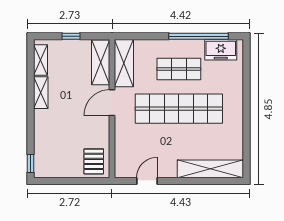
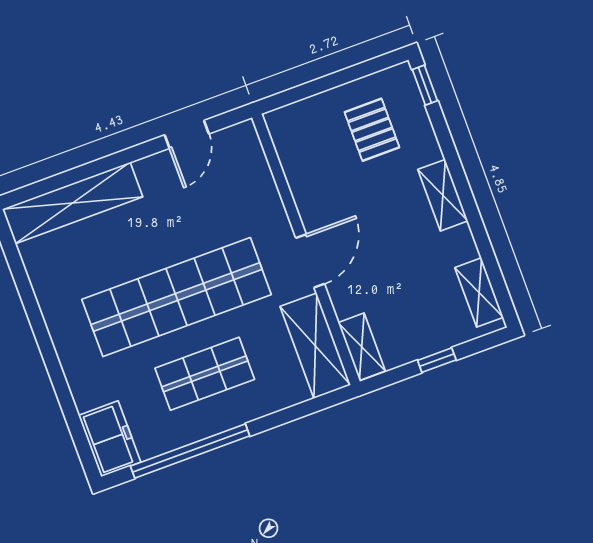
freezer: (221, 50) -> (110, 439), moved, turned 90
shelving: (101, 62) -> (362, 347), width x0.67, depth x0.75
shelving: (41, 93) -> (443, 195), moved
pallet: (94, 161) -> (372, 130), moved

